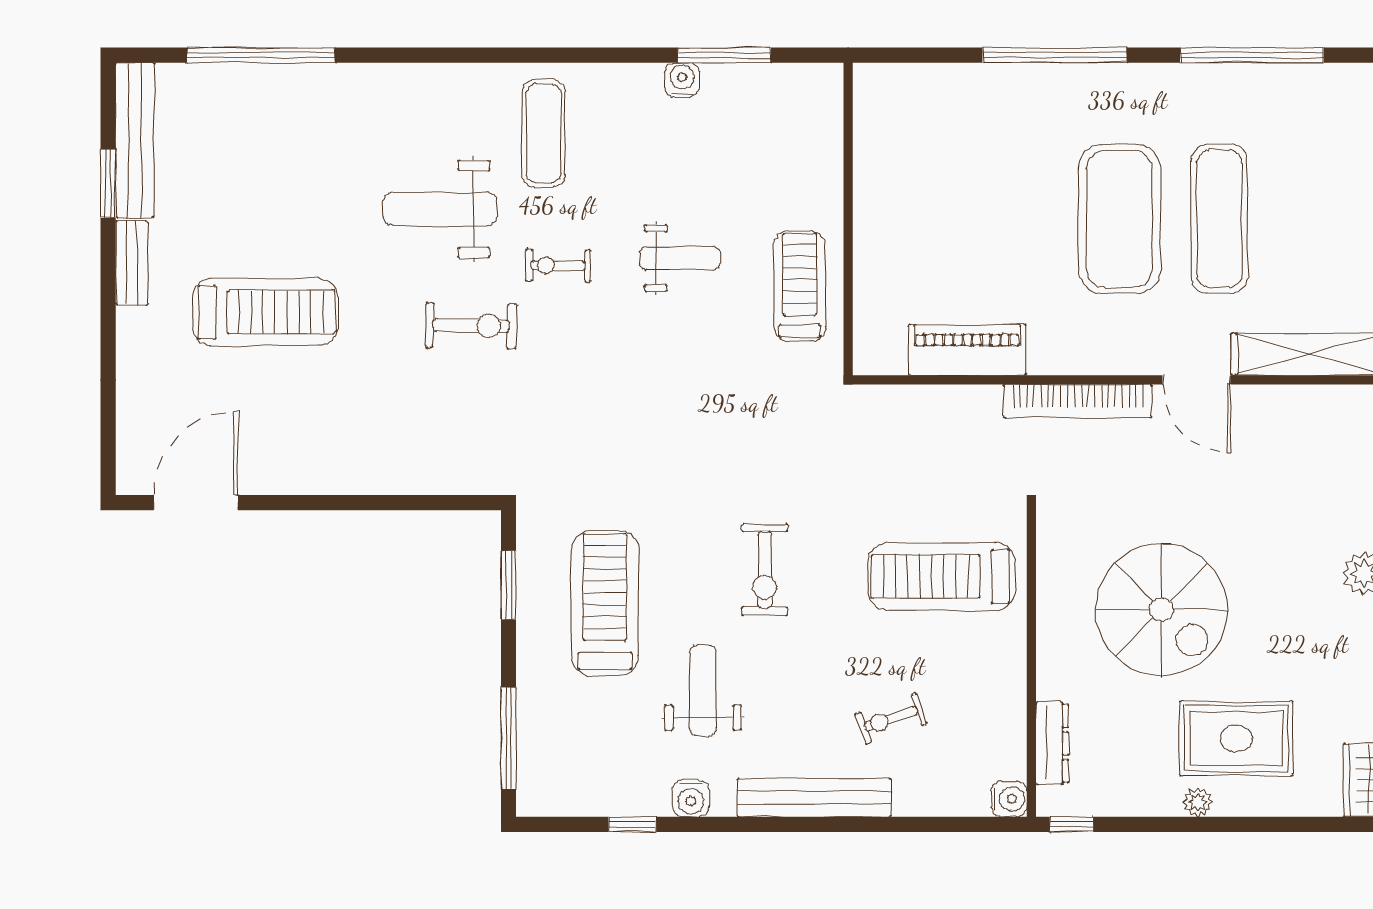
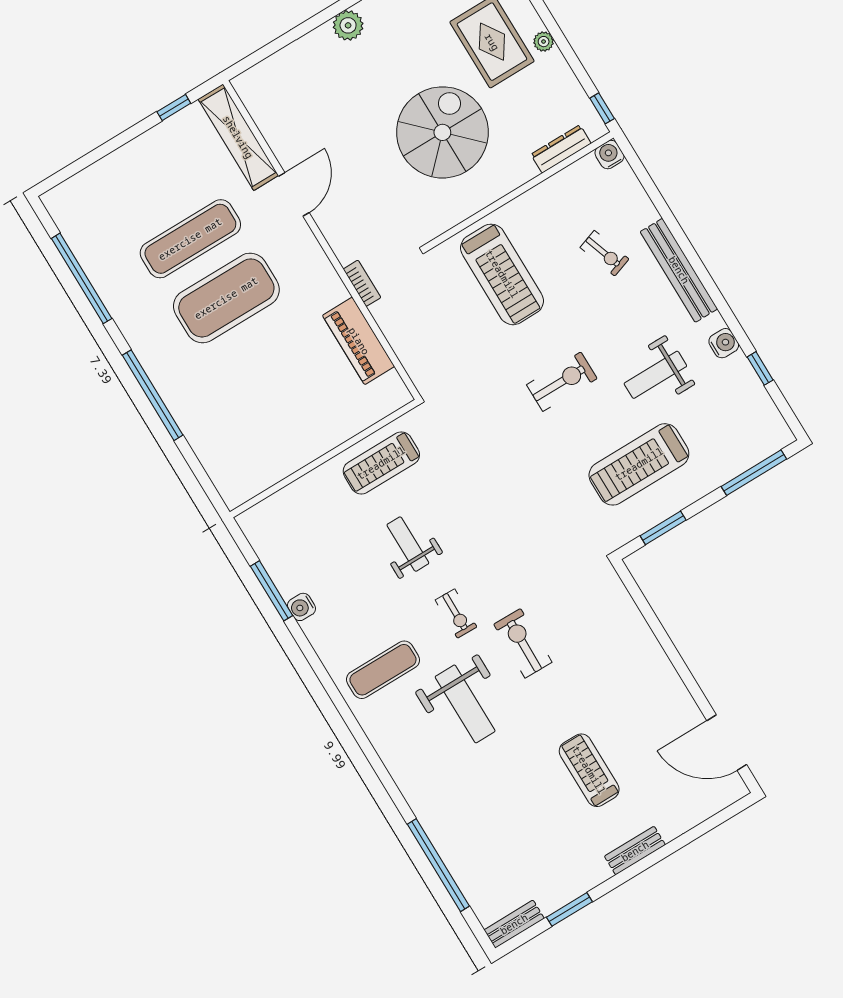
bench: (135, 140) -> (514, 924), width x0.54, depth x0.82
bench: (132, 263) -> (635, 851), moved
treadmill: (265, 312) -> (589, 770), width x0.73, depth x0.73
bookcase: (1078, 401) -> (362, 283), width x0.43, depth x0.76

